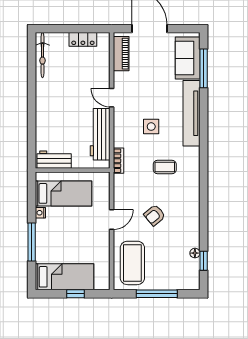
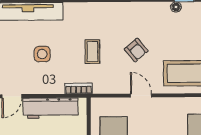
coffee table: (165, 167) -> (92, 52), moved

